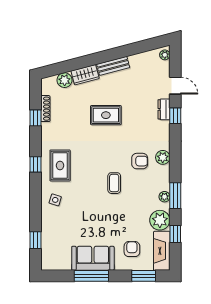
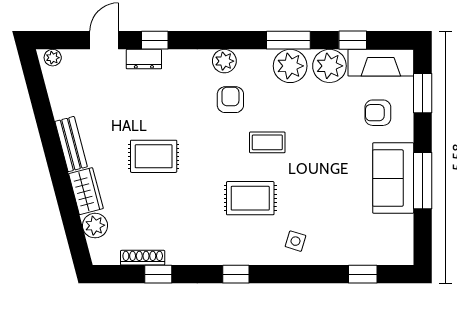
rug: (106, 115) -> (154, 156), turned 90
rug: (60, 165) -> (250, 198), moved
plant: (164, 197) -> (290, 66), width x1.88, depth x1.88

